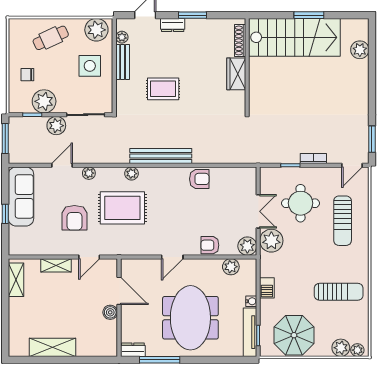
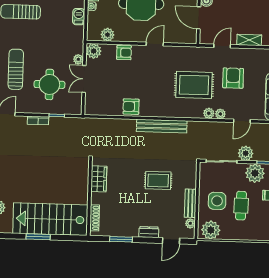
window: (193, 15) -> (121, 239), moved
cafe table: (51, 38) -> (241, 206), moved, turned -64
wardrobe: (236, 74) -> (99, 179), moved
plant: (131, 174) -> (209, 113), moved
plant: (271, 241) -> (78, 59), width x0.53, depth x0.53

